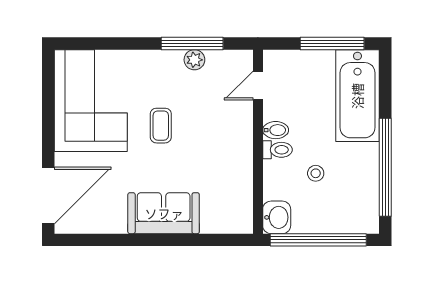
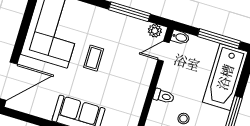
plant: (194, 60) -> (155, 31), moved
bidet: (276, 130) -> (180, 37), moved

